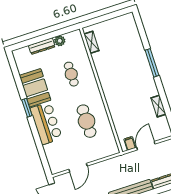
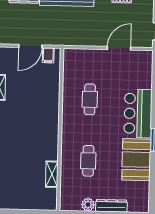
shelving: (92, 42) -> (52, 174), moved
cafe table: (87, 121) -> (90, 99), width x0.73, depth x0.74

